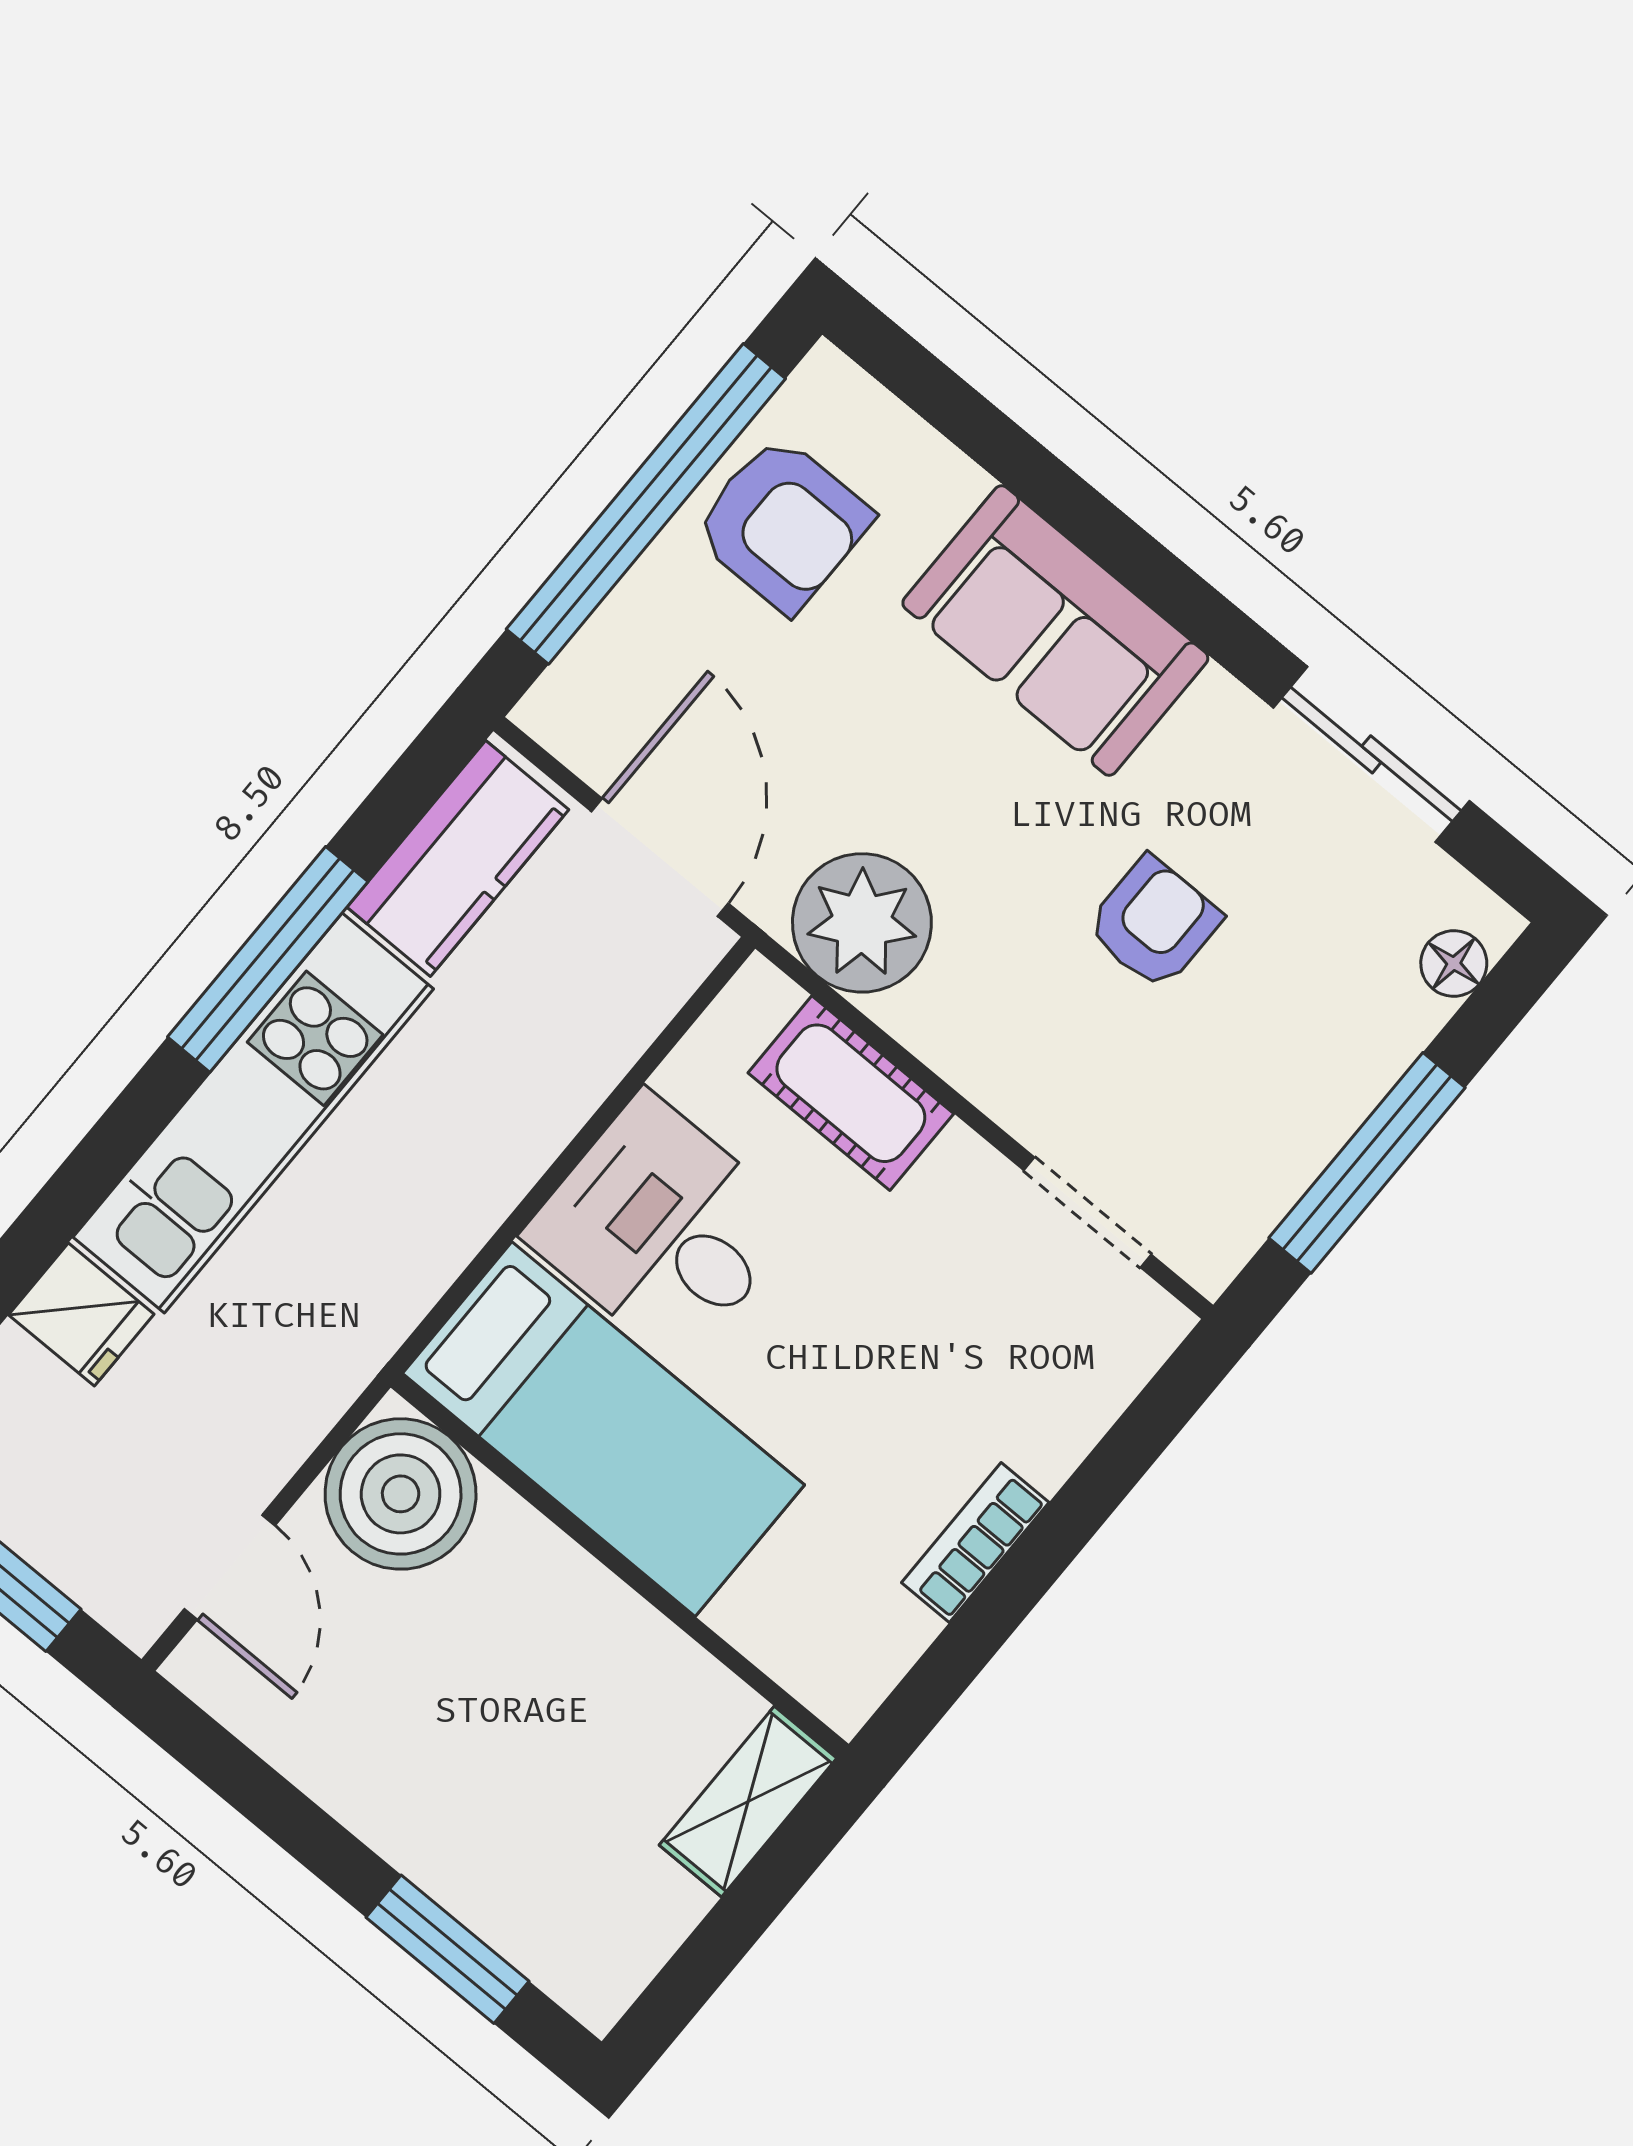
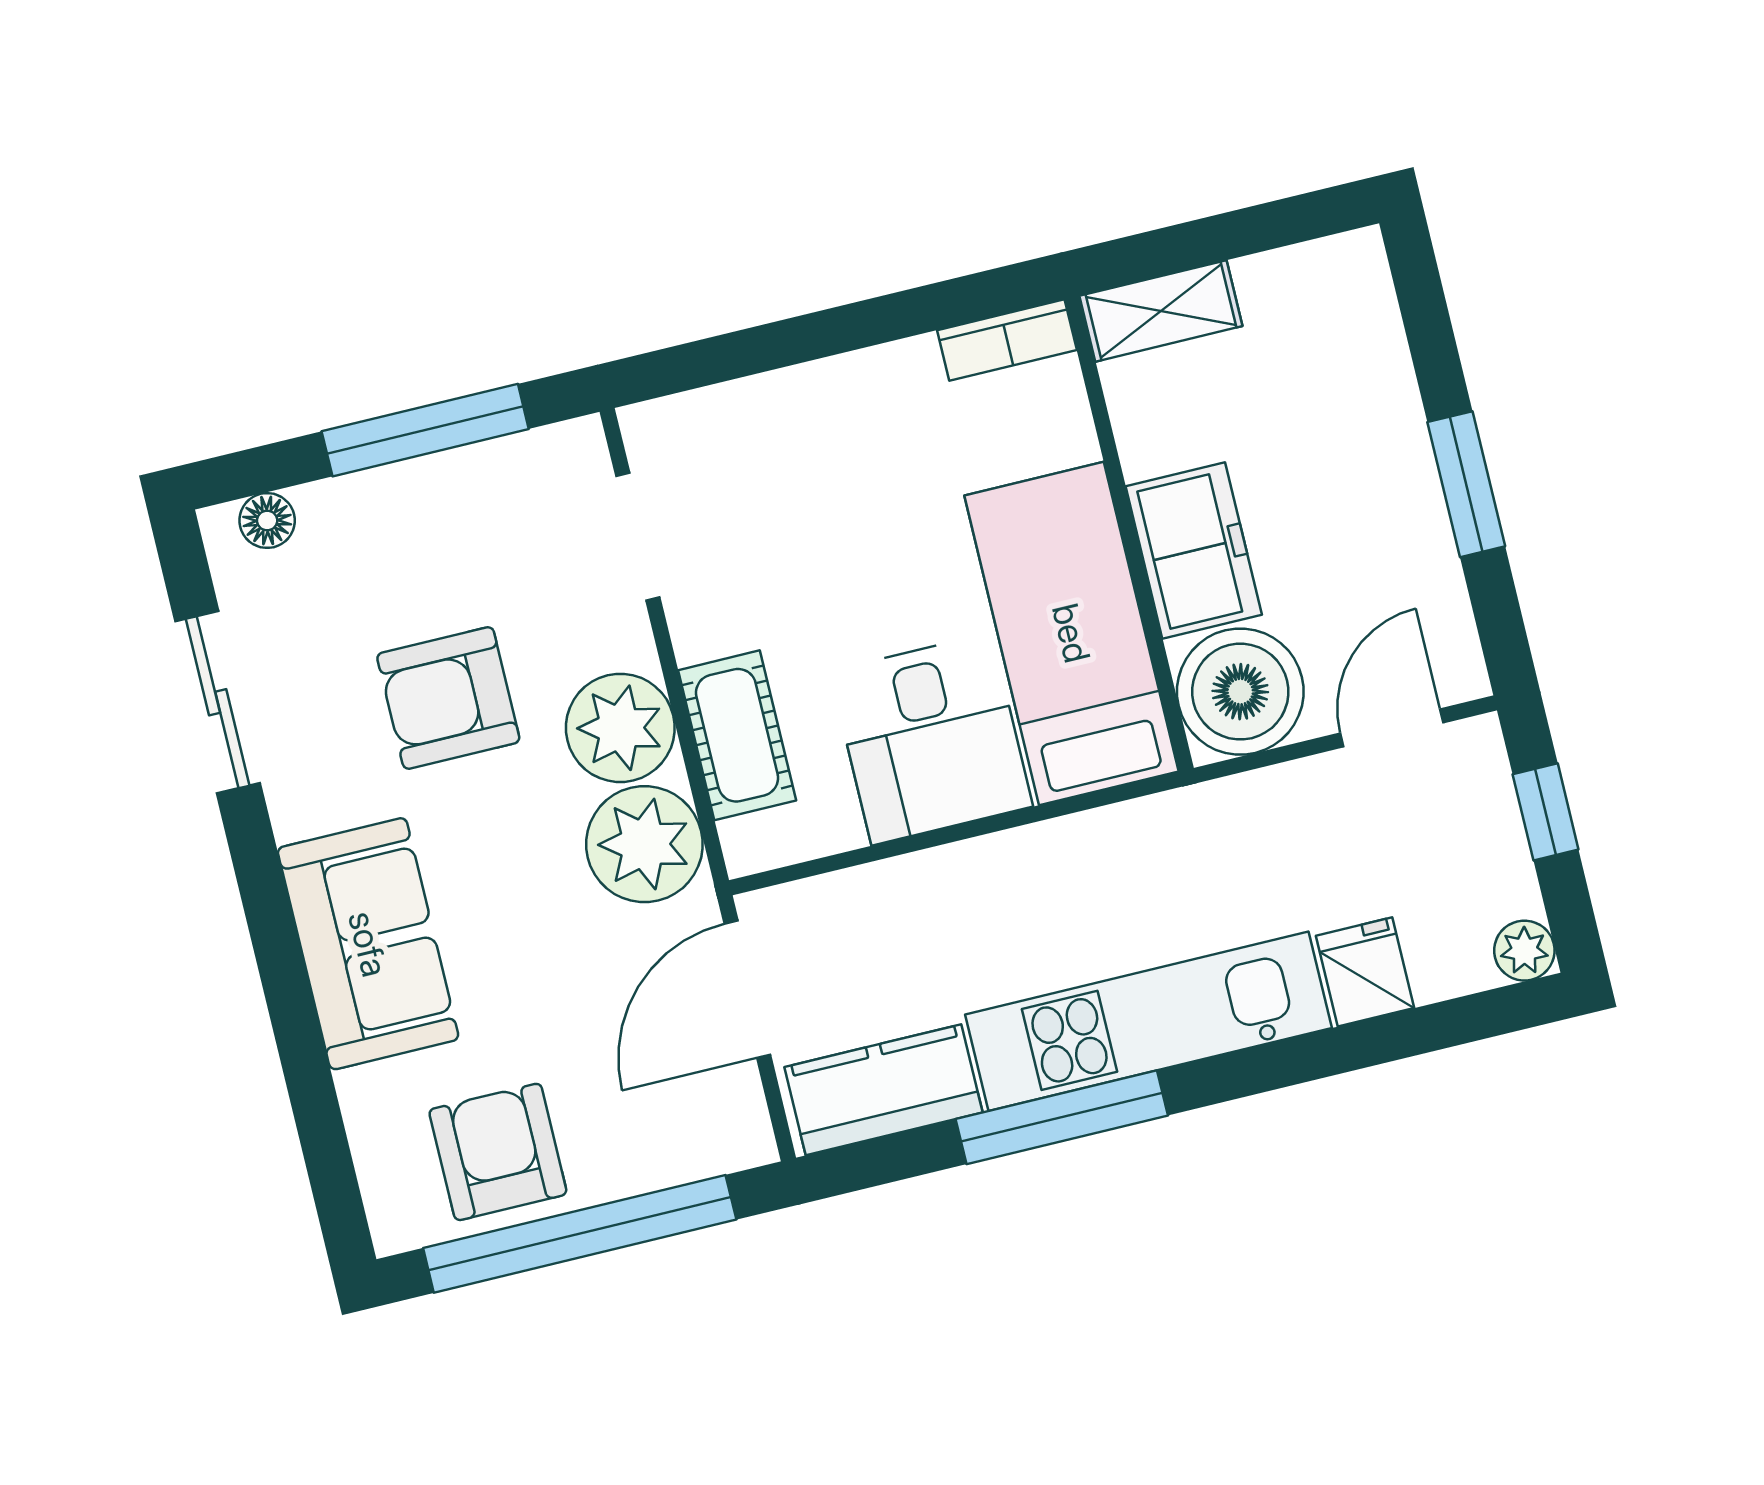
armchair: (1154, 923) -> (448, 698), width x1.38, depth x1.38
plant: (968, 1017) -> (620, 728), added
bookcase: (975, 1542) -> (1007, 340), moved
freezer: (546, 1596) -> (1194, 551), added
window: (448, 1949) -> (1466, 484), moved

